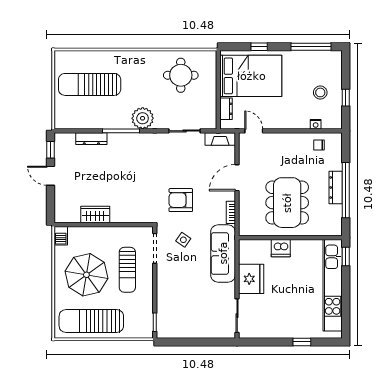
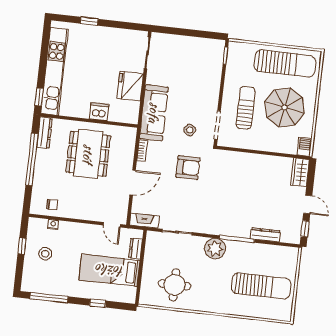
bed: (251, 76) -> (110, 270), width x0.67
dresser: (336, 187) -> (44, 133), moved
wardrobe: (95, 215) -> (300, 172), moved, turned 90

